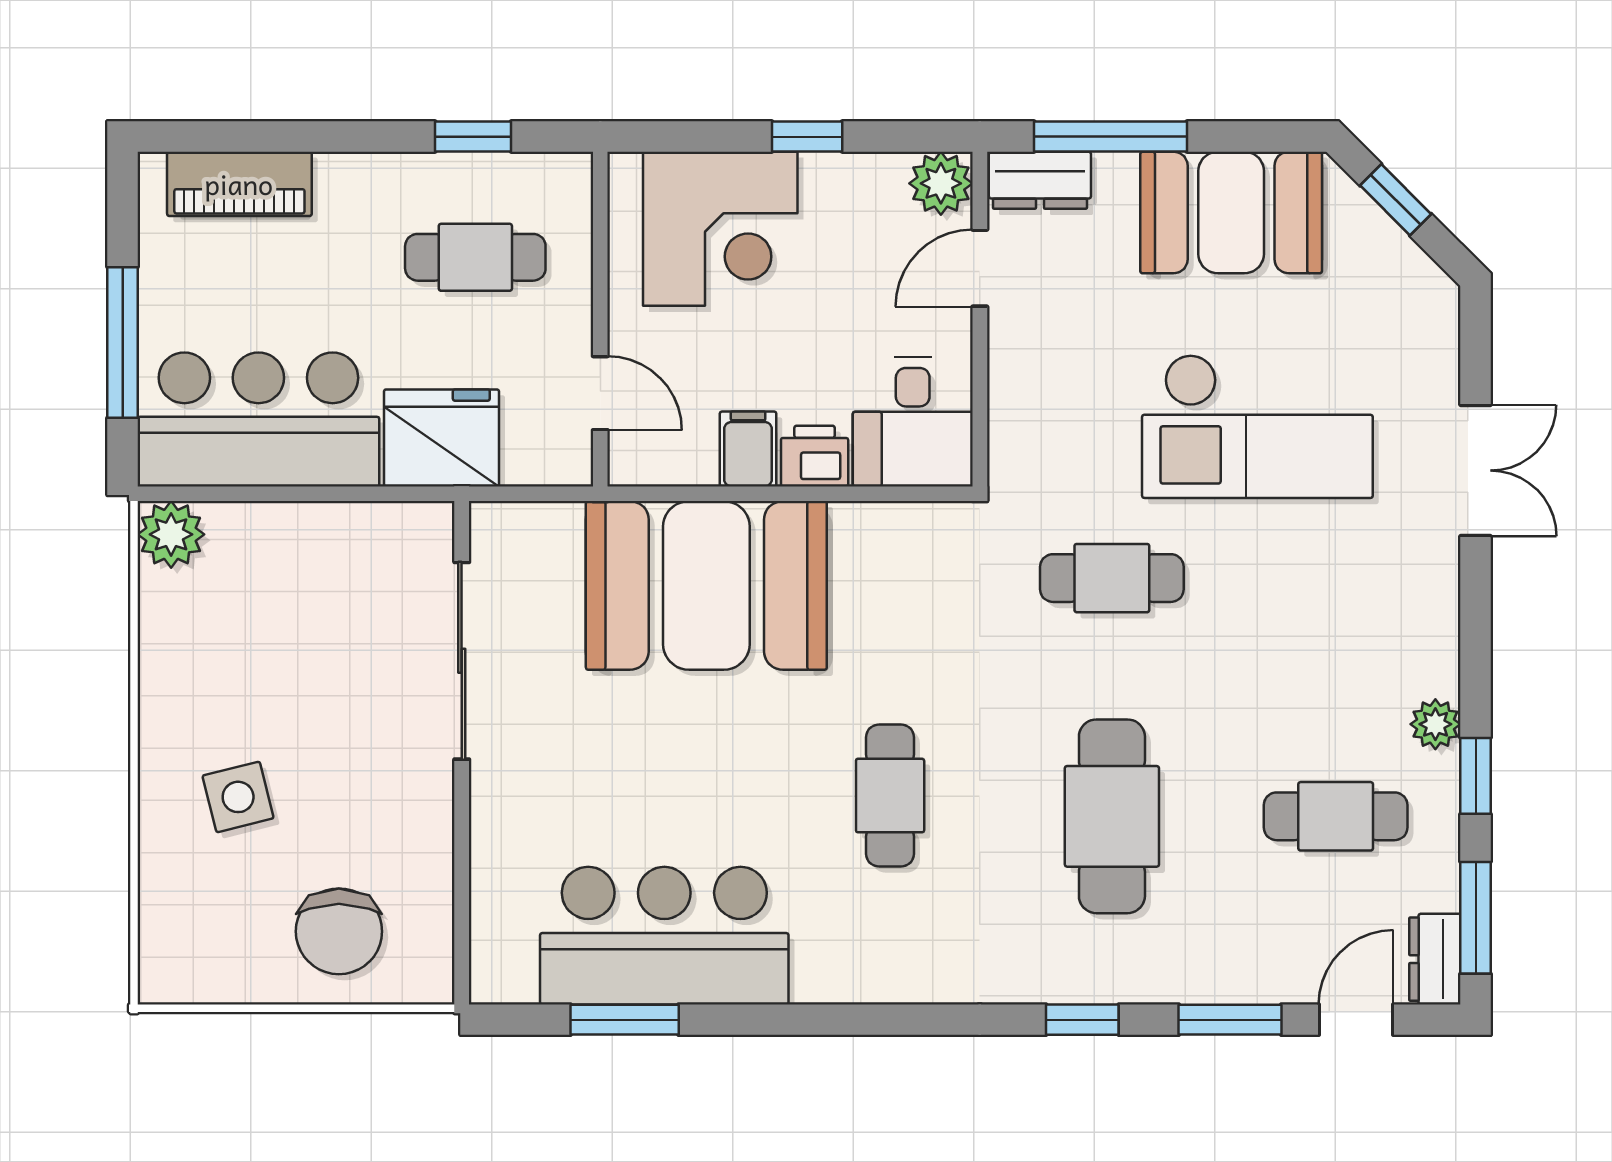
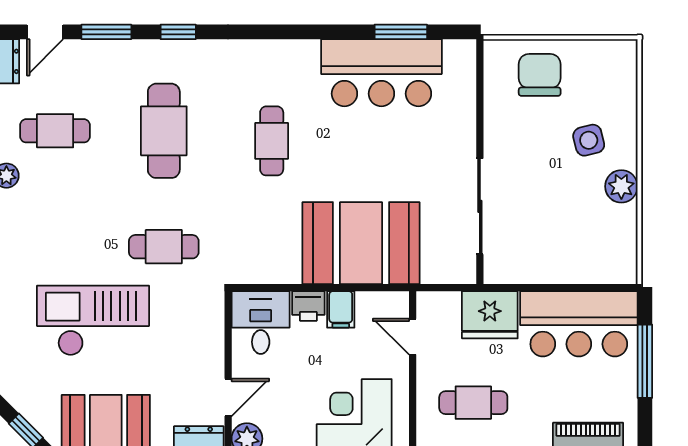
plant: (171, 534) -> (621, 186), moved

